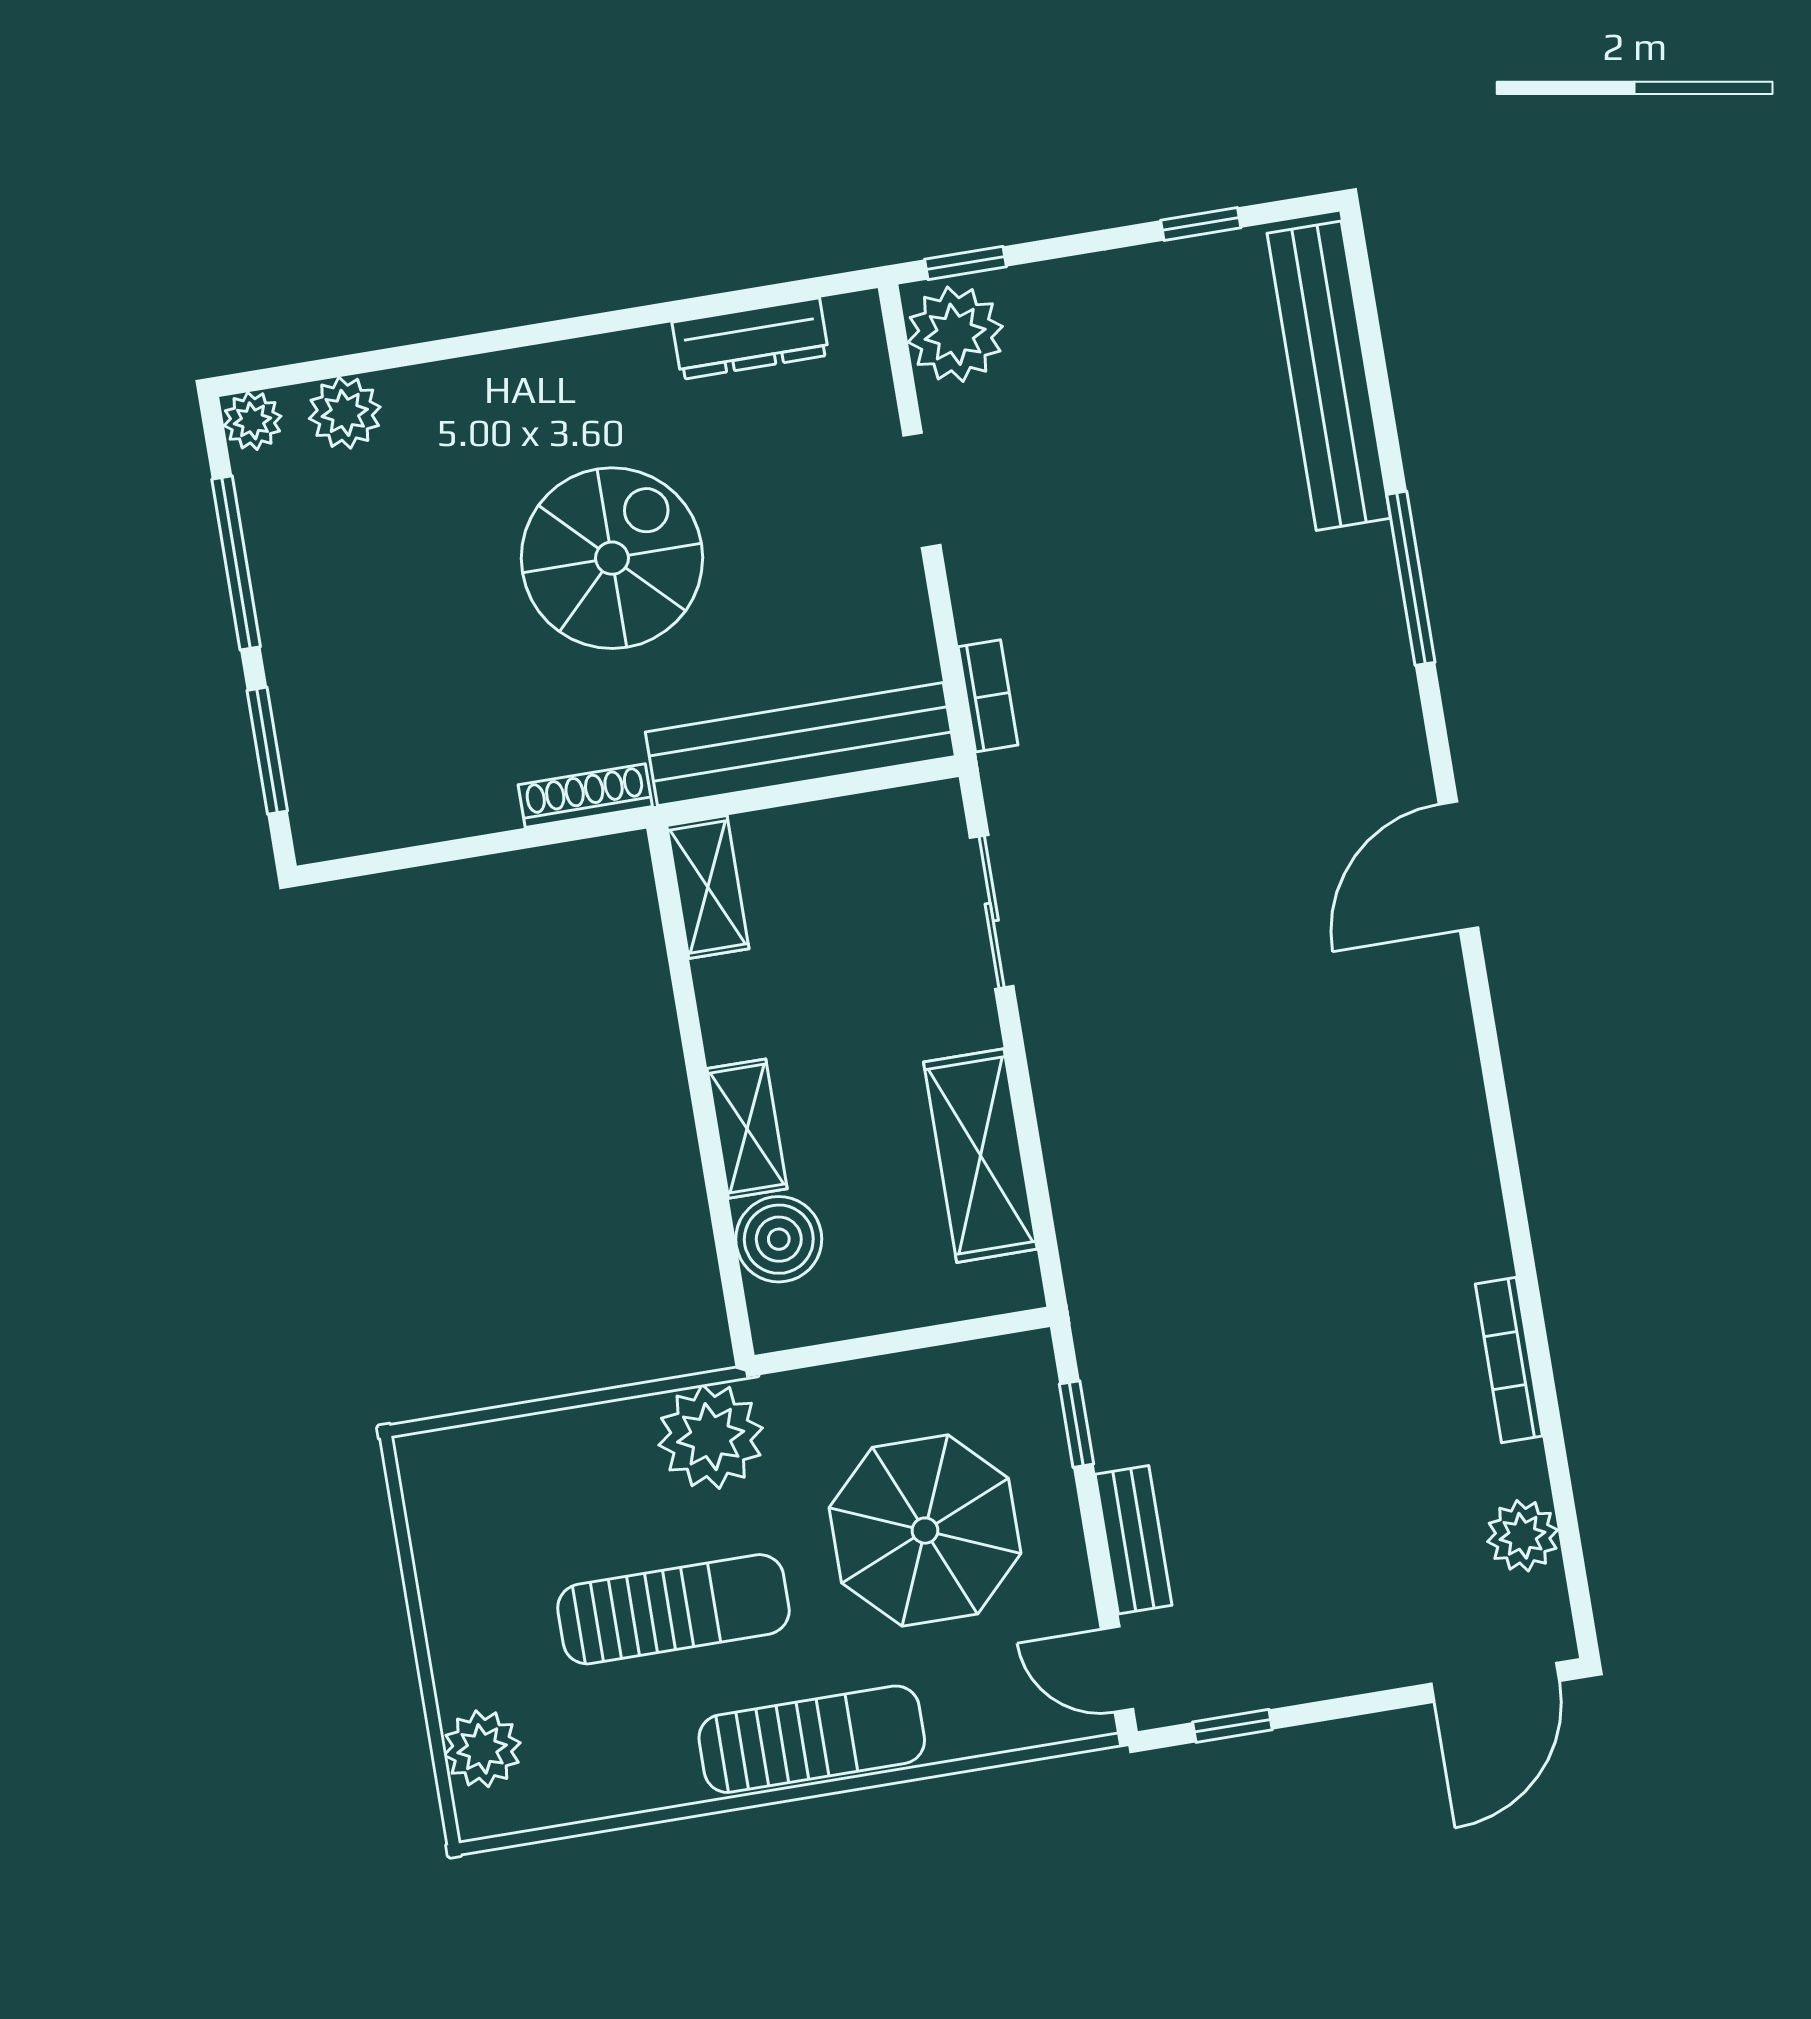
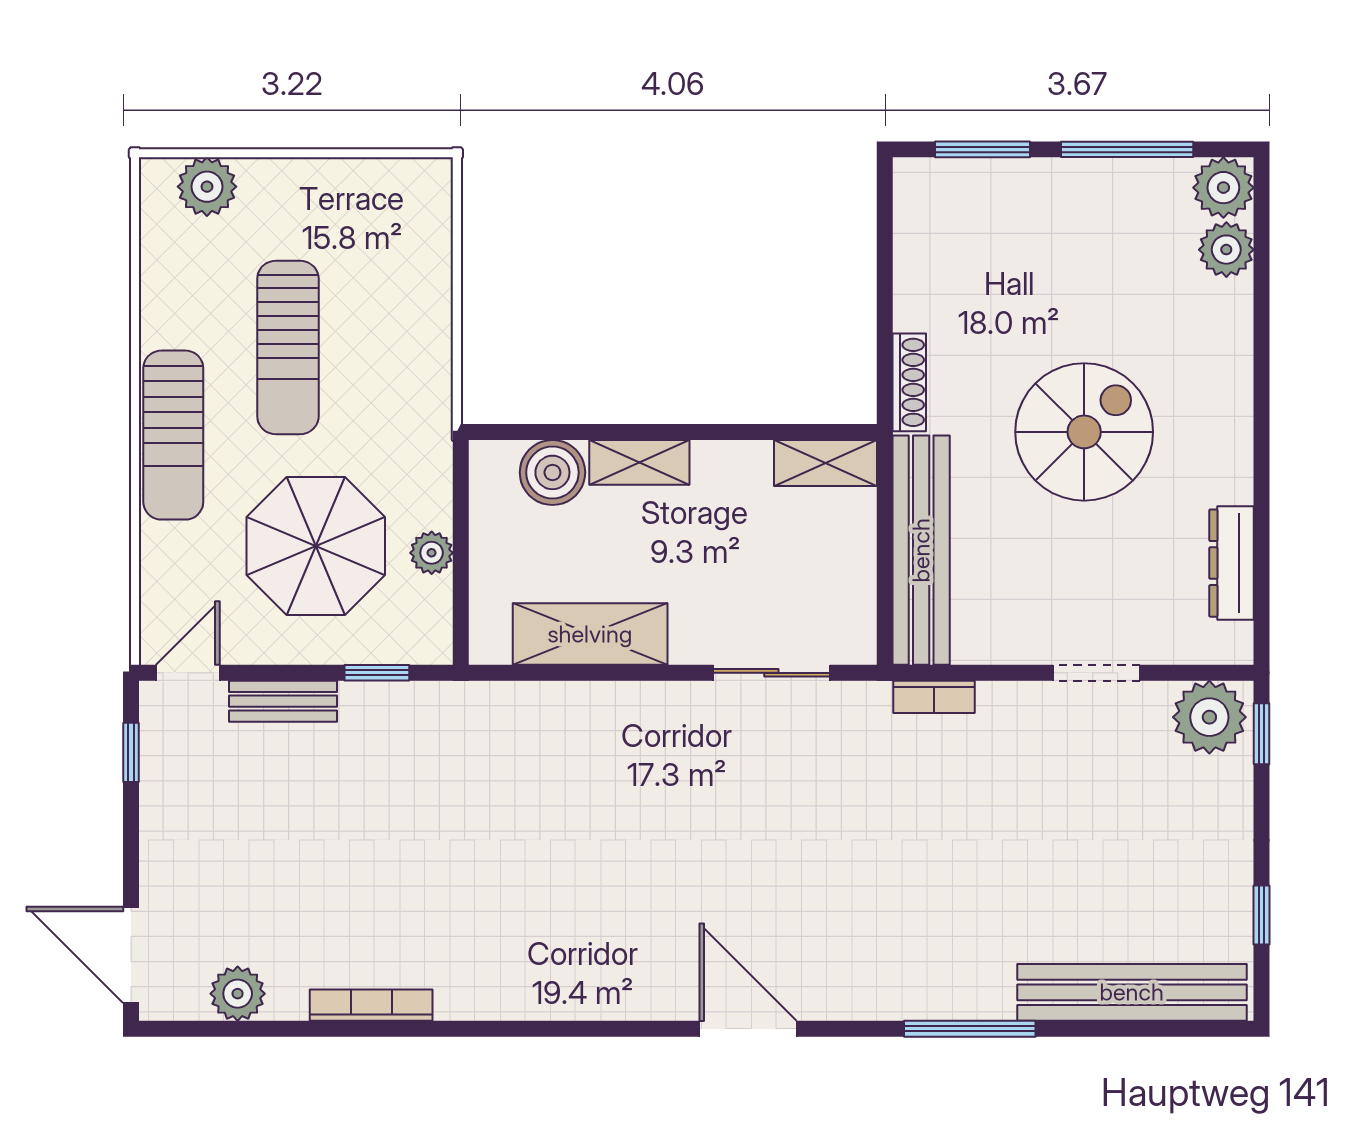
plant: (252, 421) -> (1223, 188), width x1.38, depth x1.38
spiral stairs: (612, 558) -> (1084, 432), turned -90
plant: (711, 1437) -> (432, 553), moved, width x0.53, depth x0.53

